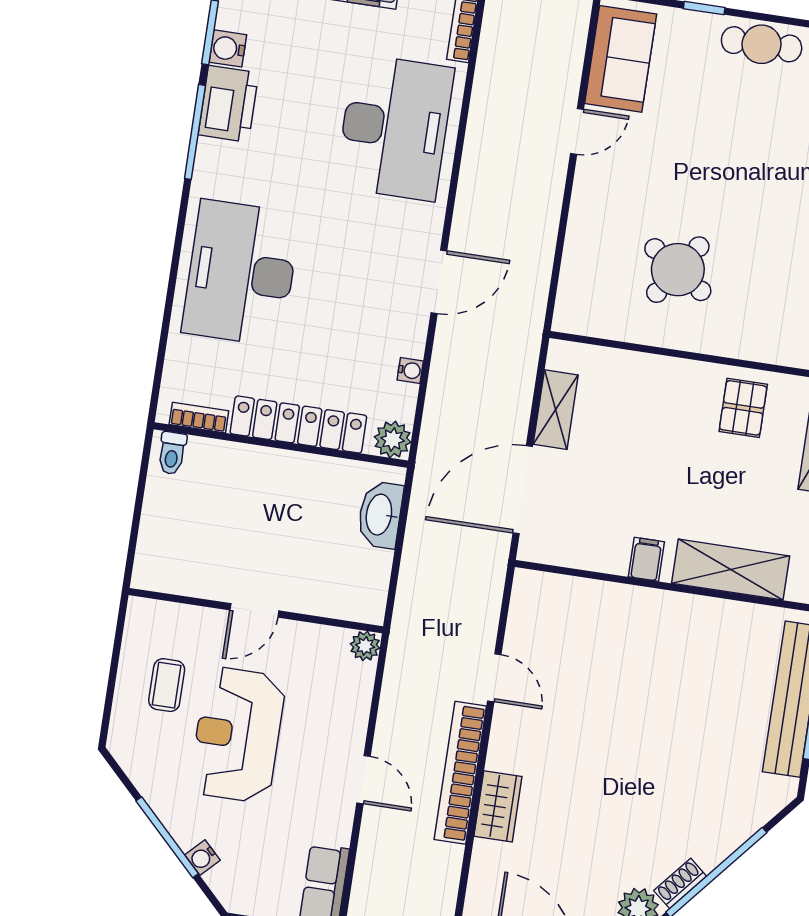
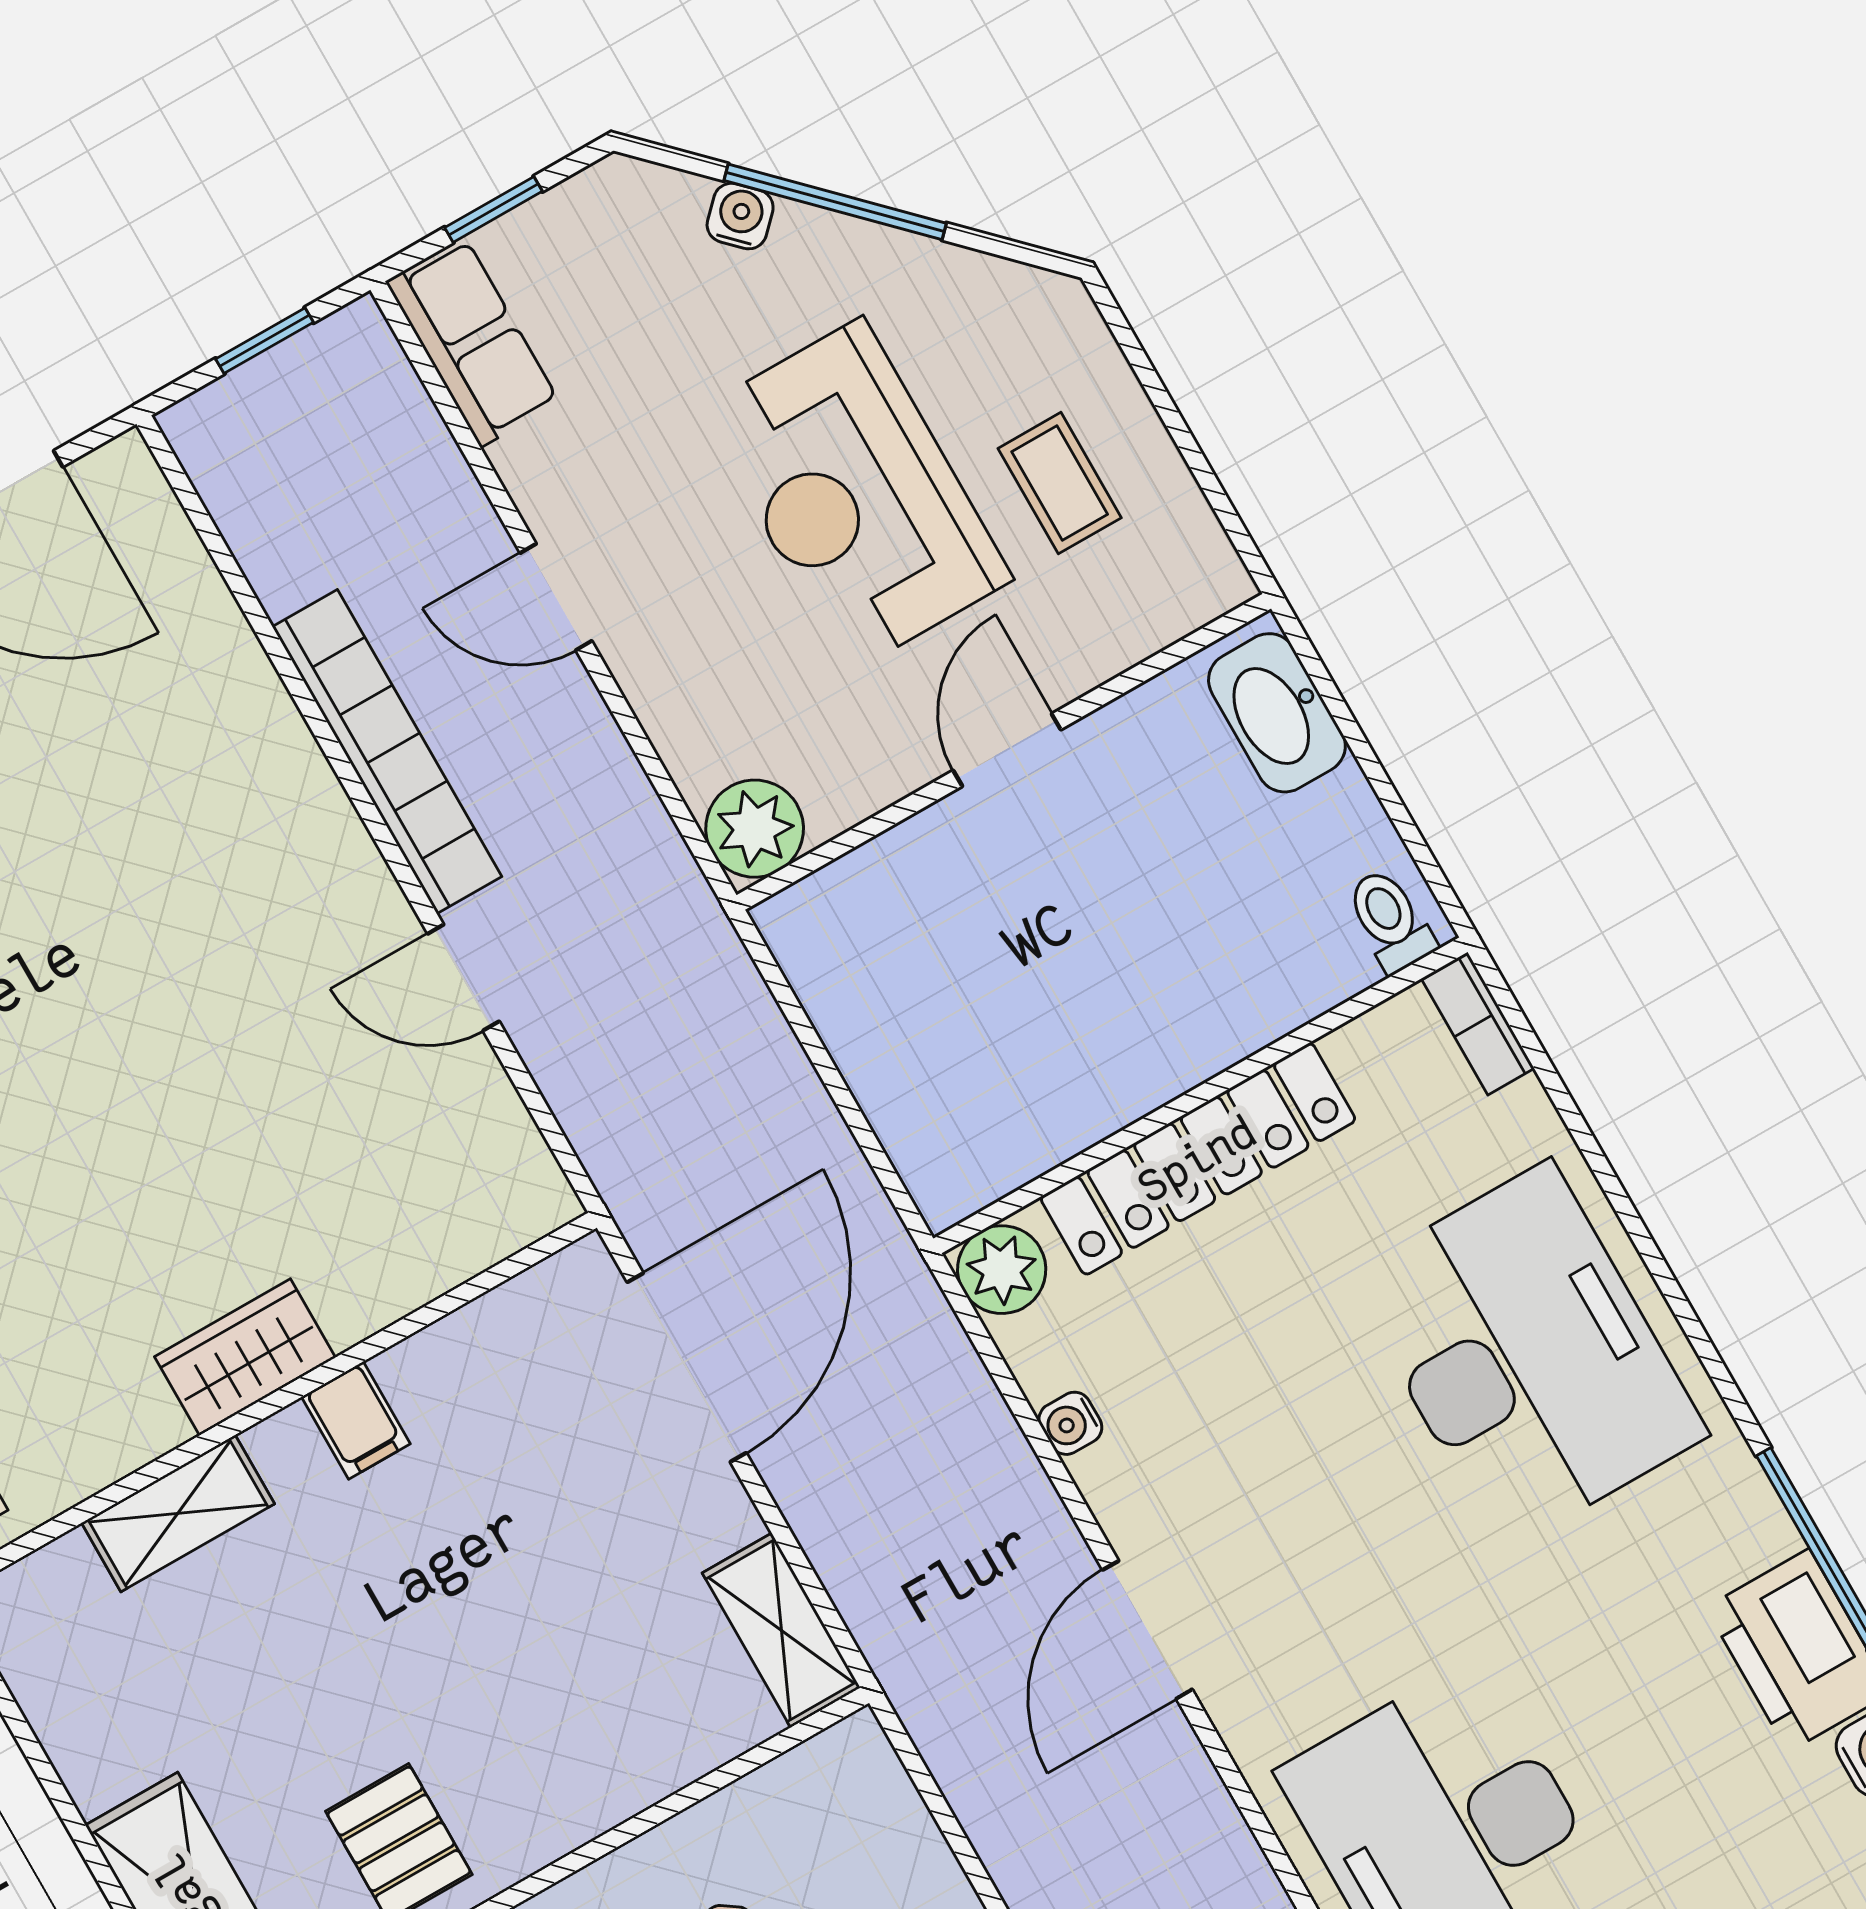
shelving: (556, 410) -> (781, 1630), moved
bookcase: (199, 418) -> (1478, 1023), moved, turned 90
washbasin: (380, 515) -> (1277, 713), moved, turned 180
shelving: (731, 570) -> (178, 1513), width x0.67, depth x0.75
plant: (365, 646) -> (755, 829), width x1.38, depth x1.38
reception desk: (237, 735) -> (856, 495), turned 180
wardrobe: (498, 806) -> (245, 1357), moved, turned 90

